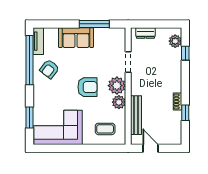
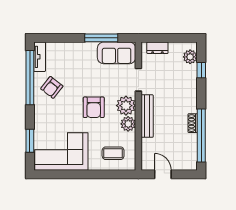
sofa: (76, 38) -> (117, 53), moved
armchair: (87, 87) -> (94, 107), turned 90
window: (185, 113) -> (201, 135), width x3.17
bench: (136, 115) -> (147, 116), moved

